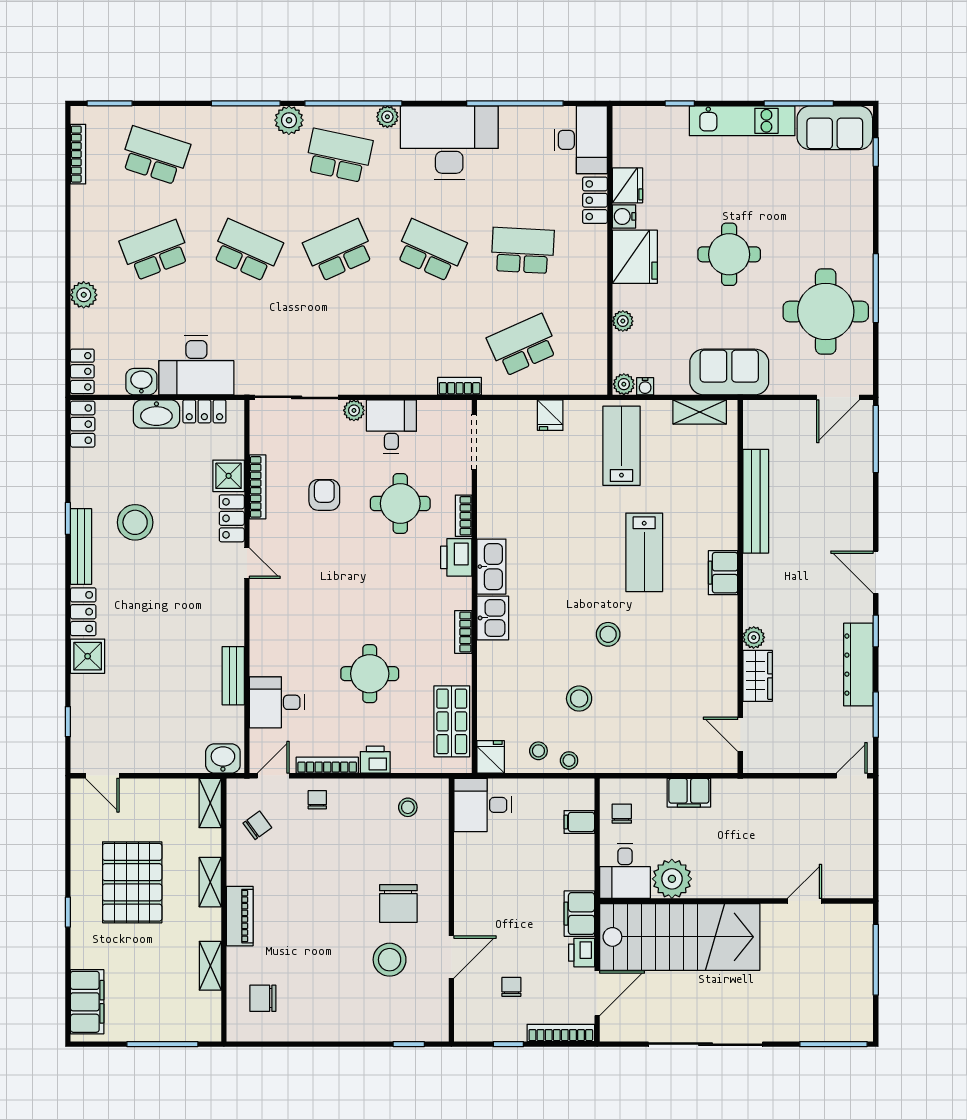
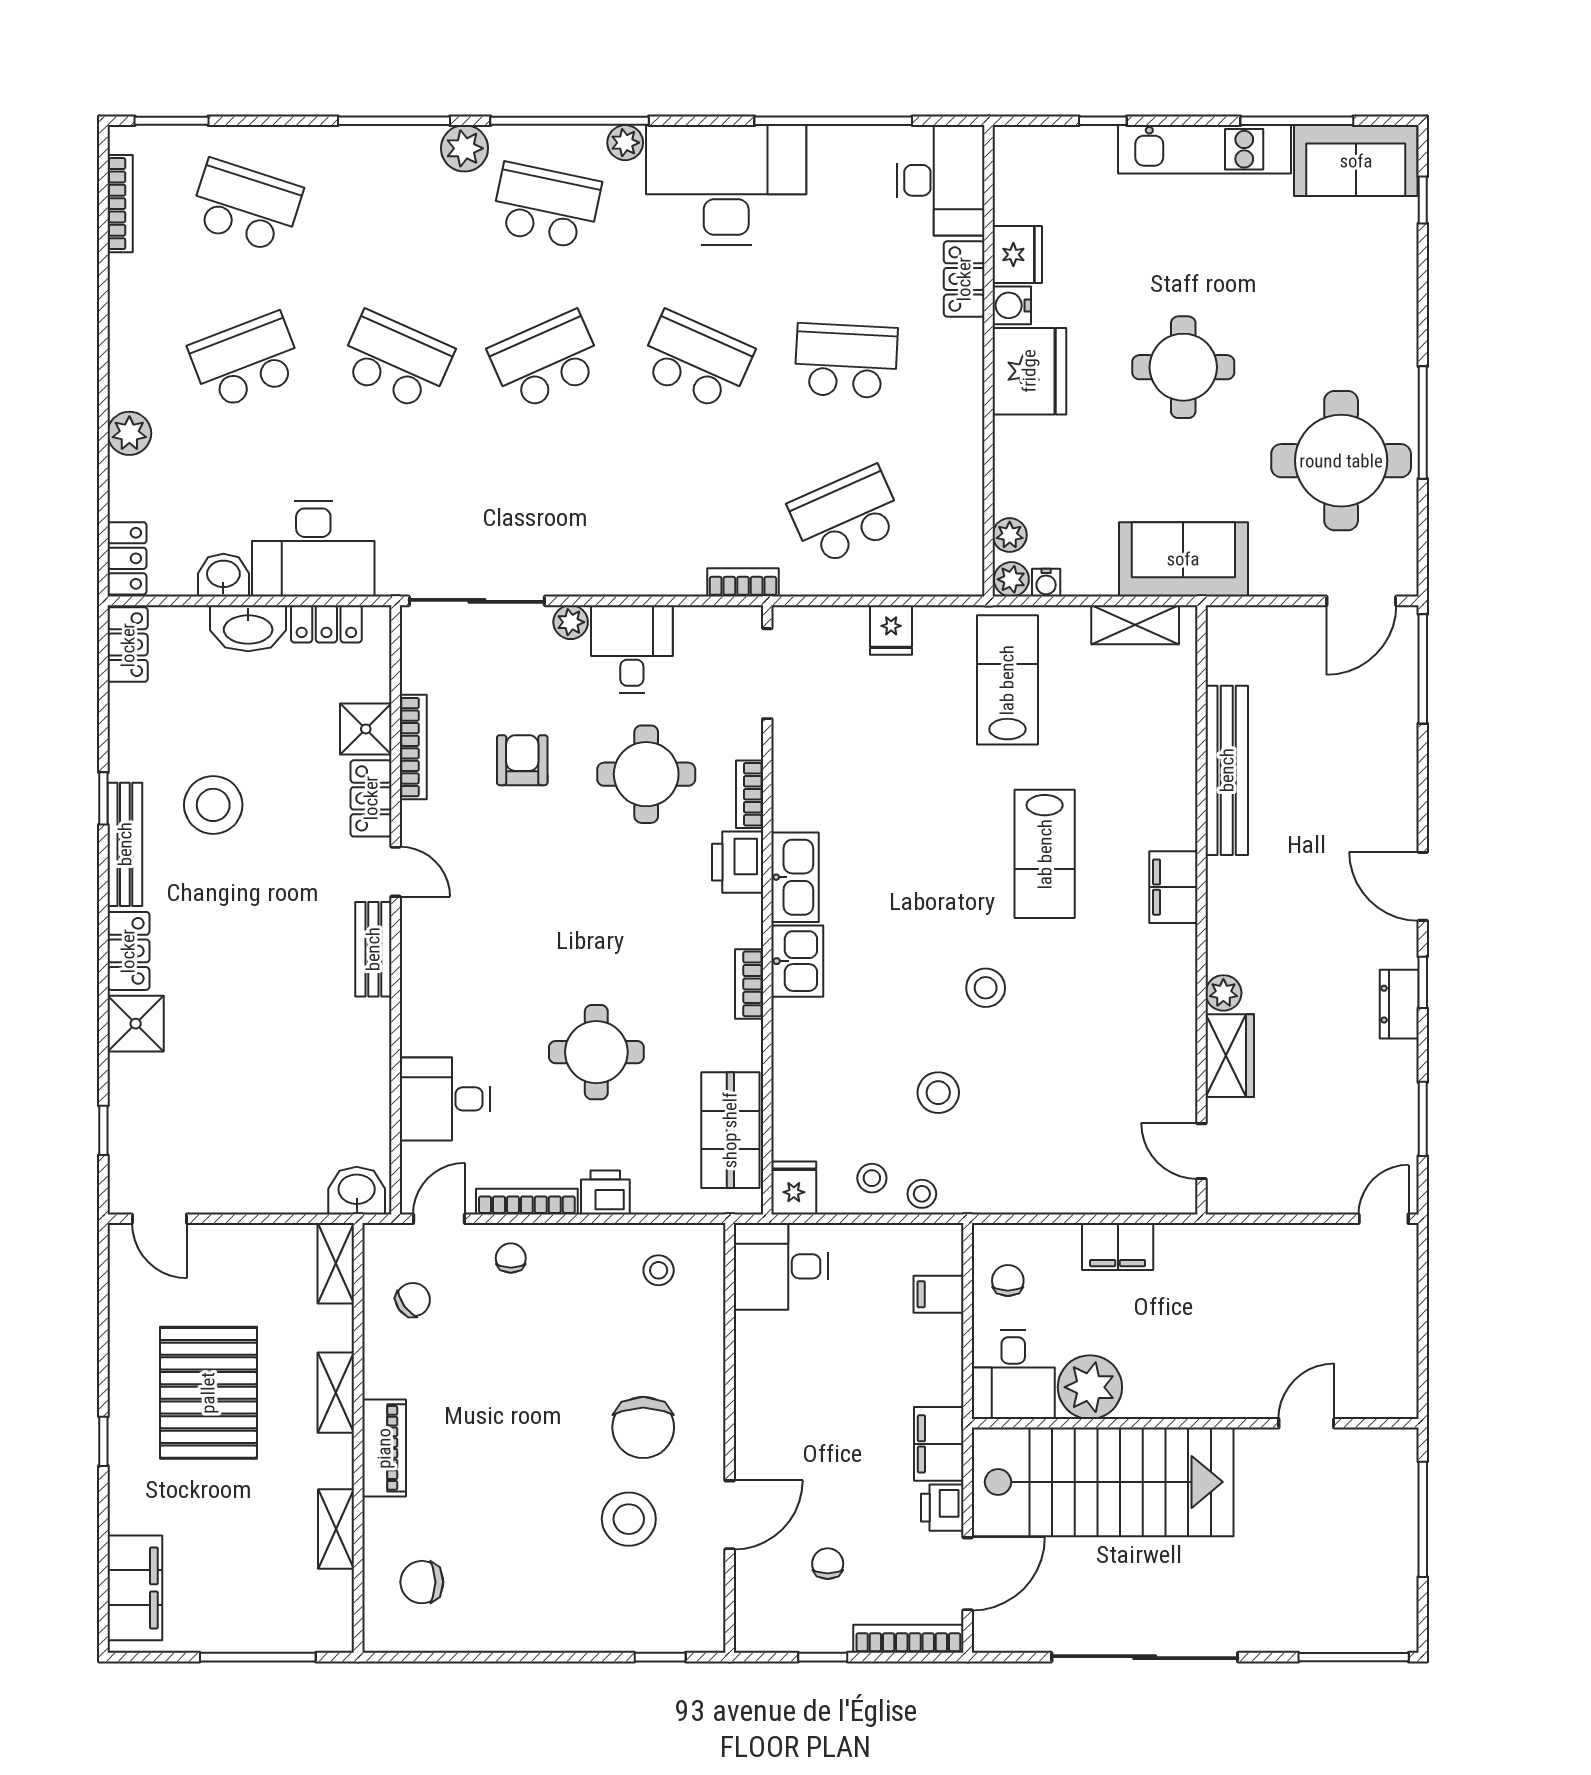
plant: (623, 321) -> (1010, 535), moved
dresser: (858, 665) -> (1399, 1004), width x0.51, depth x0.80
bench: (233, 676) -> (373, 949), moved

